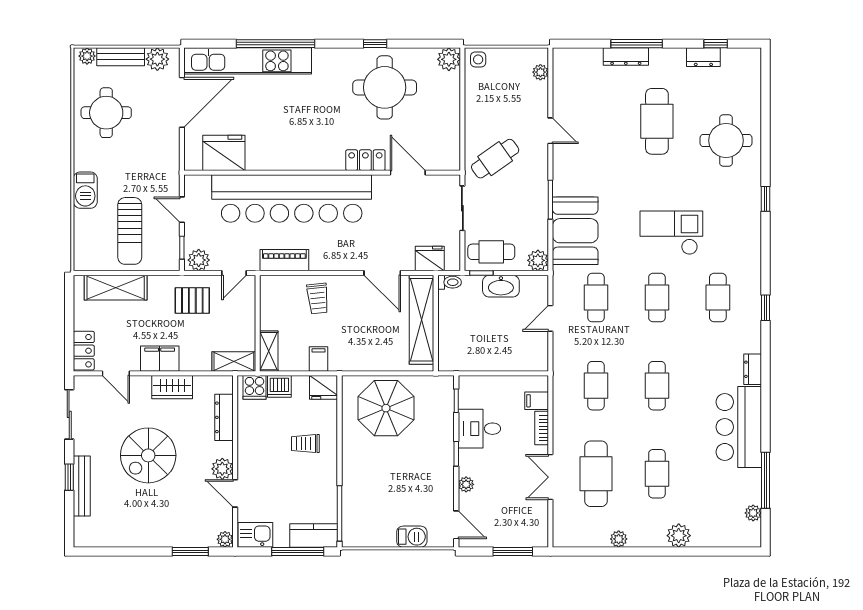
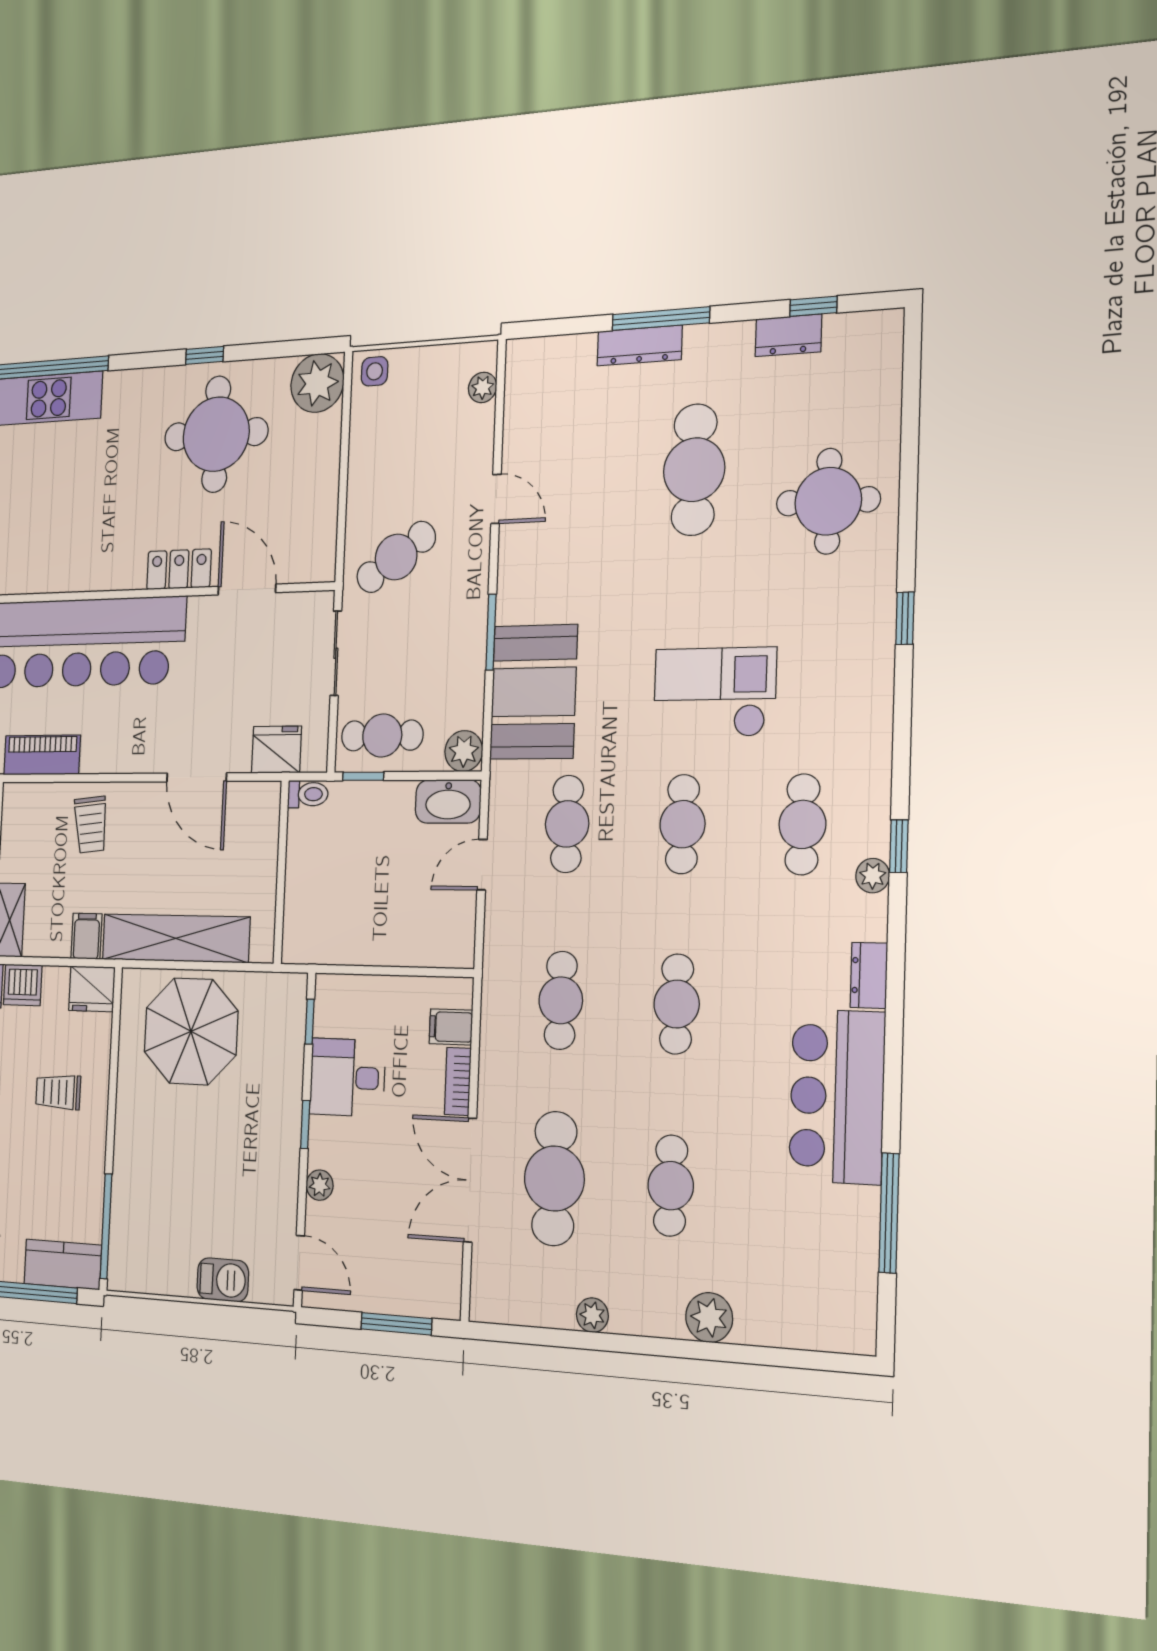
plant: (449, 59) -> (317, 383), width x1.36, depth x1.36
washbasin: (501, 286) -> (448, 801), moved
shelving: (422, 320) -> (176, 938), moved, turned 90
double door: (550, 477) -> (470, 1180), width x1.37
plant: (753, 513) -> (873, 876), moved

